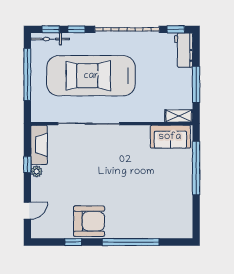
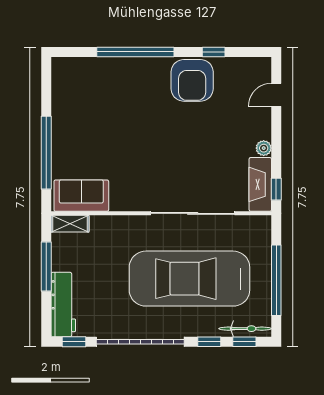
workbench: (184, 50) -> (63, 305), width x1.38
car: (91, 76) -> (189, 279), turned 180
window: (27, 165) -> (276, 189), moved
armchair: (89, 221) -> (192, 80), turned -90

